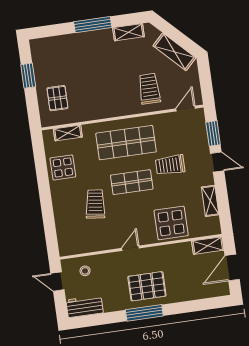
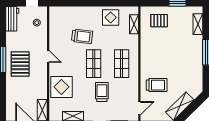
shelving: (128, 32) -> (198, 24), moved
door: (186, 109) -> (139, 108), hinge flipped
shop shelf: (126, 143) -> (122, 64), width x0.70, depth x0.74

